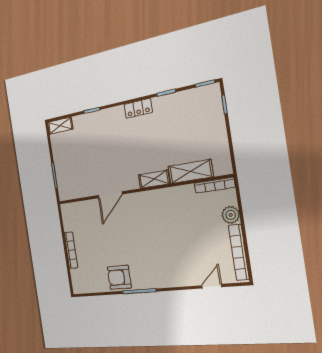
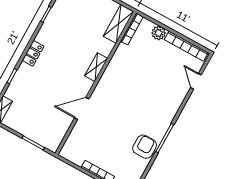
locker: (138, 108) -> (33, 53), moved
shelving: (191, 172) -> (119, 24), moved
door: (110, 195) -> (82, 108), swing flipped
armchair: (119, 277) -> (145, 147), turned 180

